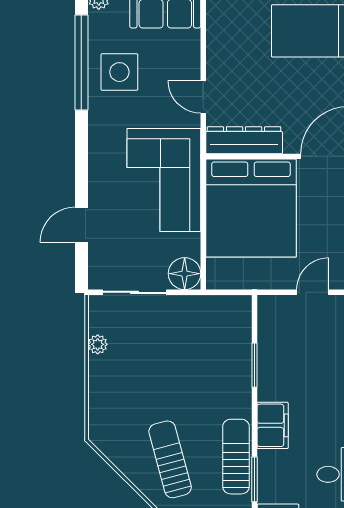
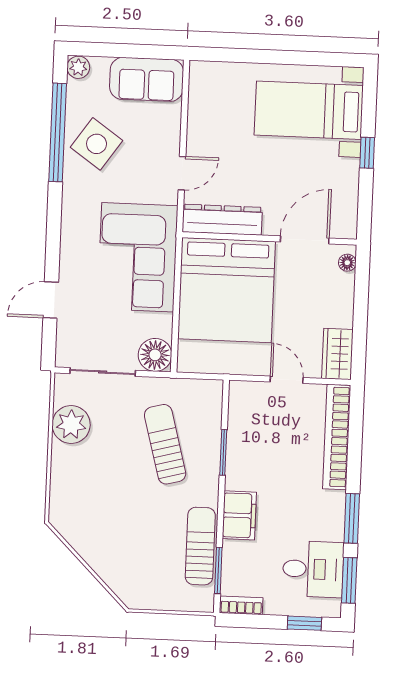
side table: (119, 72) -> (97, 144), turned 35
door: (203, 97) -> (182, 173), swing flipped
door: (313, 292) -> (287, 380), hinge flipped
plant: (98, 344) -> (71, 425), width x1.88, depth x1.88
sun lounger: (170, 459) -> (165, 444), moved

